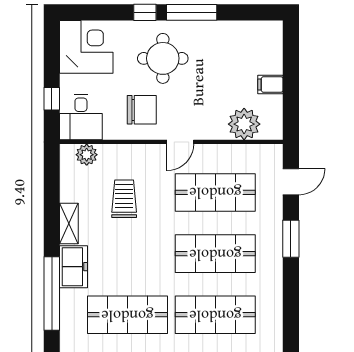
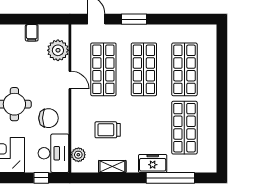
chair: (142, 110) -> (49, 118), turned 90
desk: (81, 117) -> (53, 153), width x1.37
door: (180, 142) -> (70, 80), moved
shelving: (69, 223) -> (112, 166), moved

